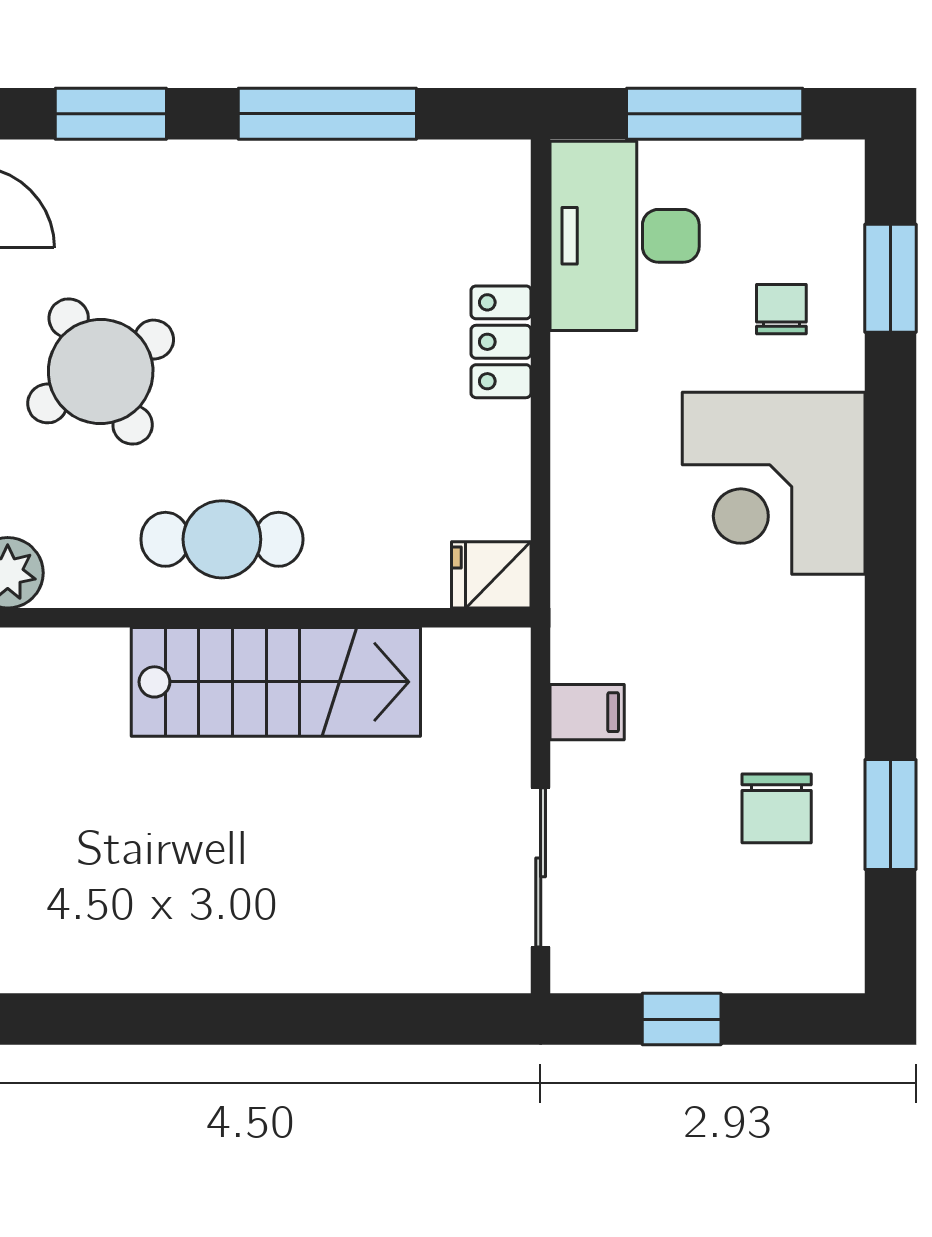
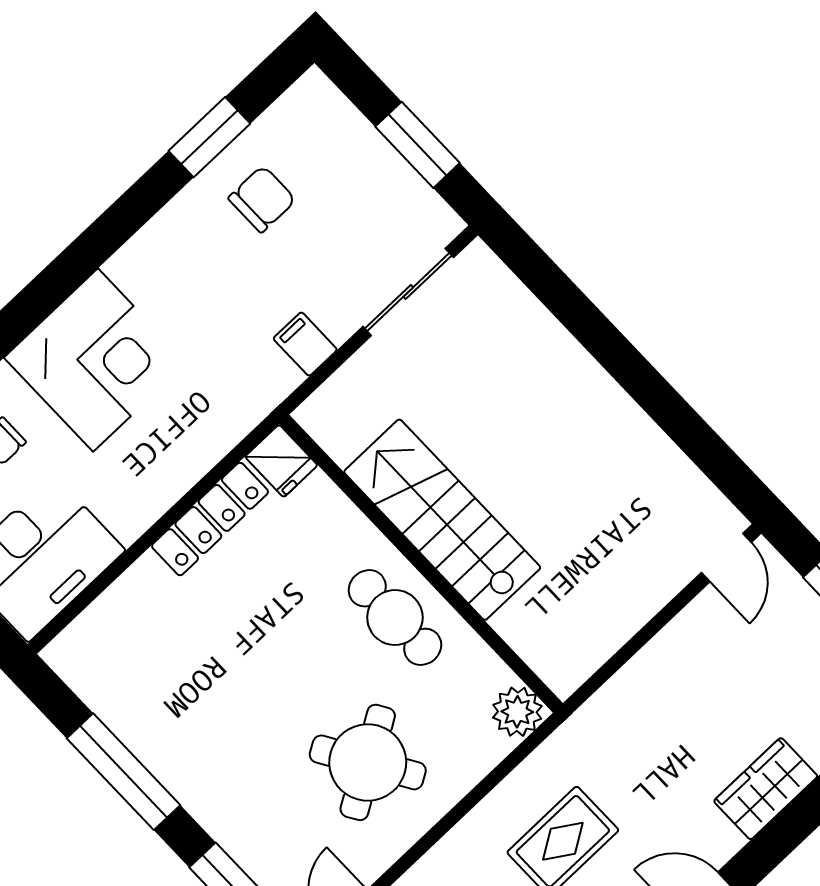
locker: (501, 342) -> (210, 519), moved, width x1.53
window: (682, 1019) -> (417, 145), width x1.50

